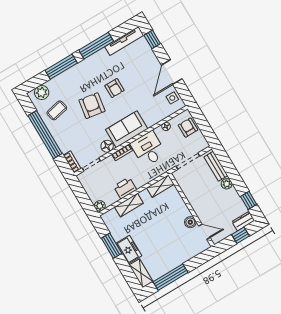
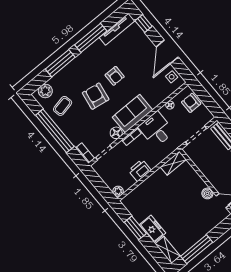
shelving: (129, 205) -> (146, 186), removed

